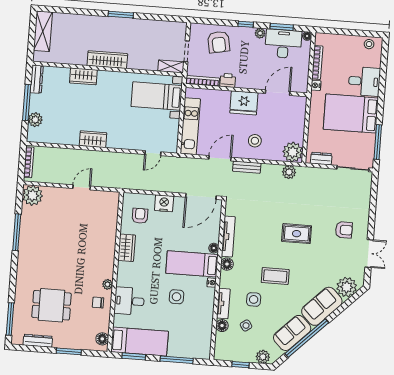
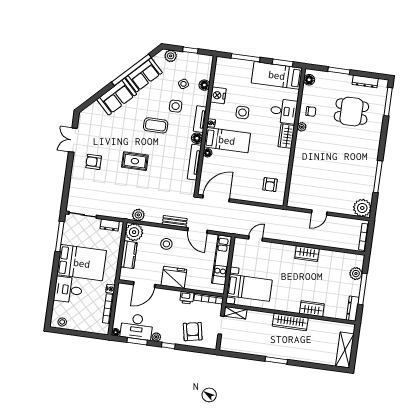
kitchen counter: (297, 126) -> (129, 255), added
door: (220, 158) -> (197, 231), hinge flipped
nightstand: (164, 203) -> (218, 95), moved, turned 90
wardrobe: (127, 248) -> (286, 136), moved
plant: (347, 287) -> (94, 112), removed
tv unit: (223, 304) -> (200, 119), moved

